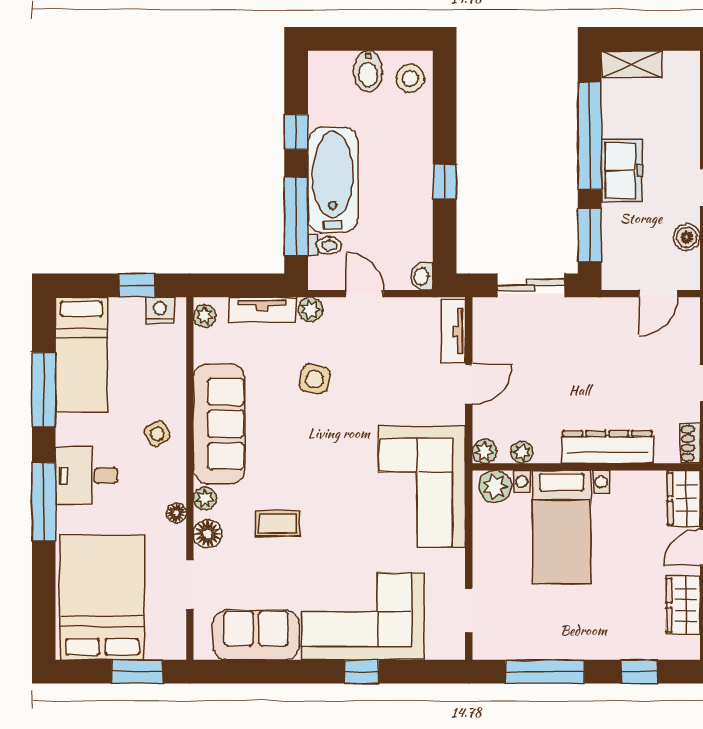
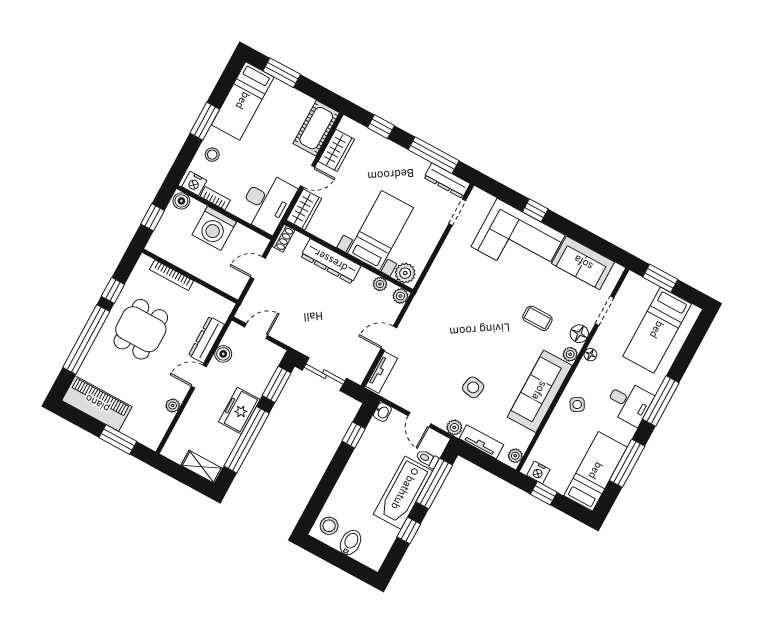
window: (445, 182) -> (354, 435), moved
corner sofa: (422, 487) -> (446, 295), removed
bed: (102, 597) -> (657, 330), width x0.67
dresser: (507, 646) -> (447, 181), added

